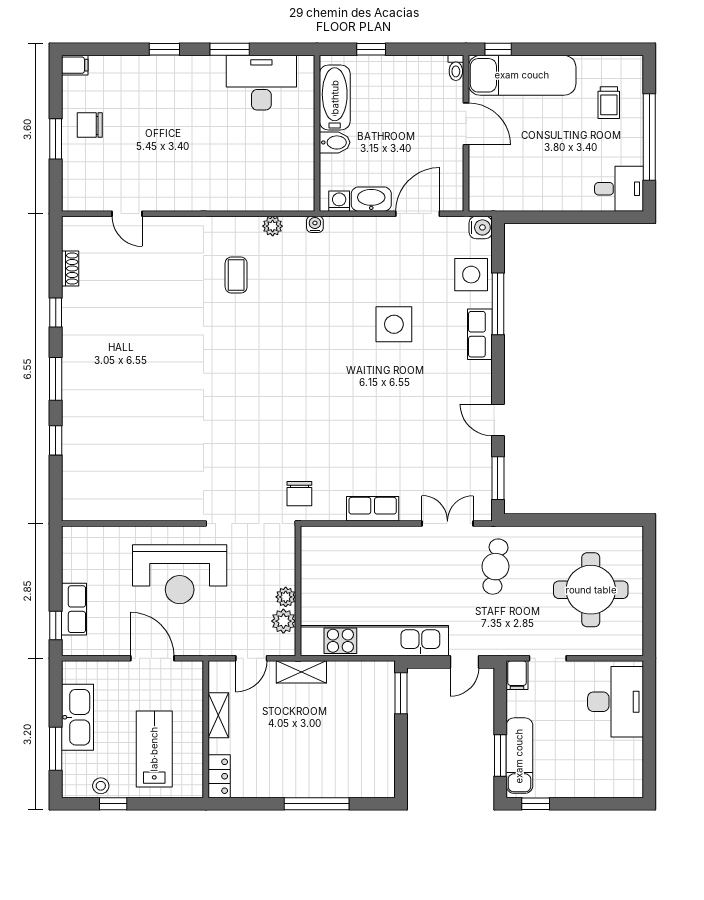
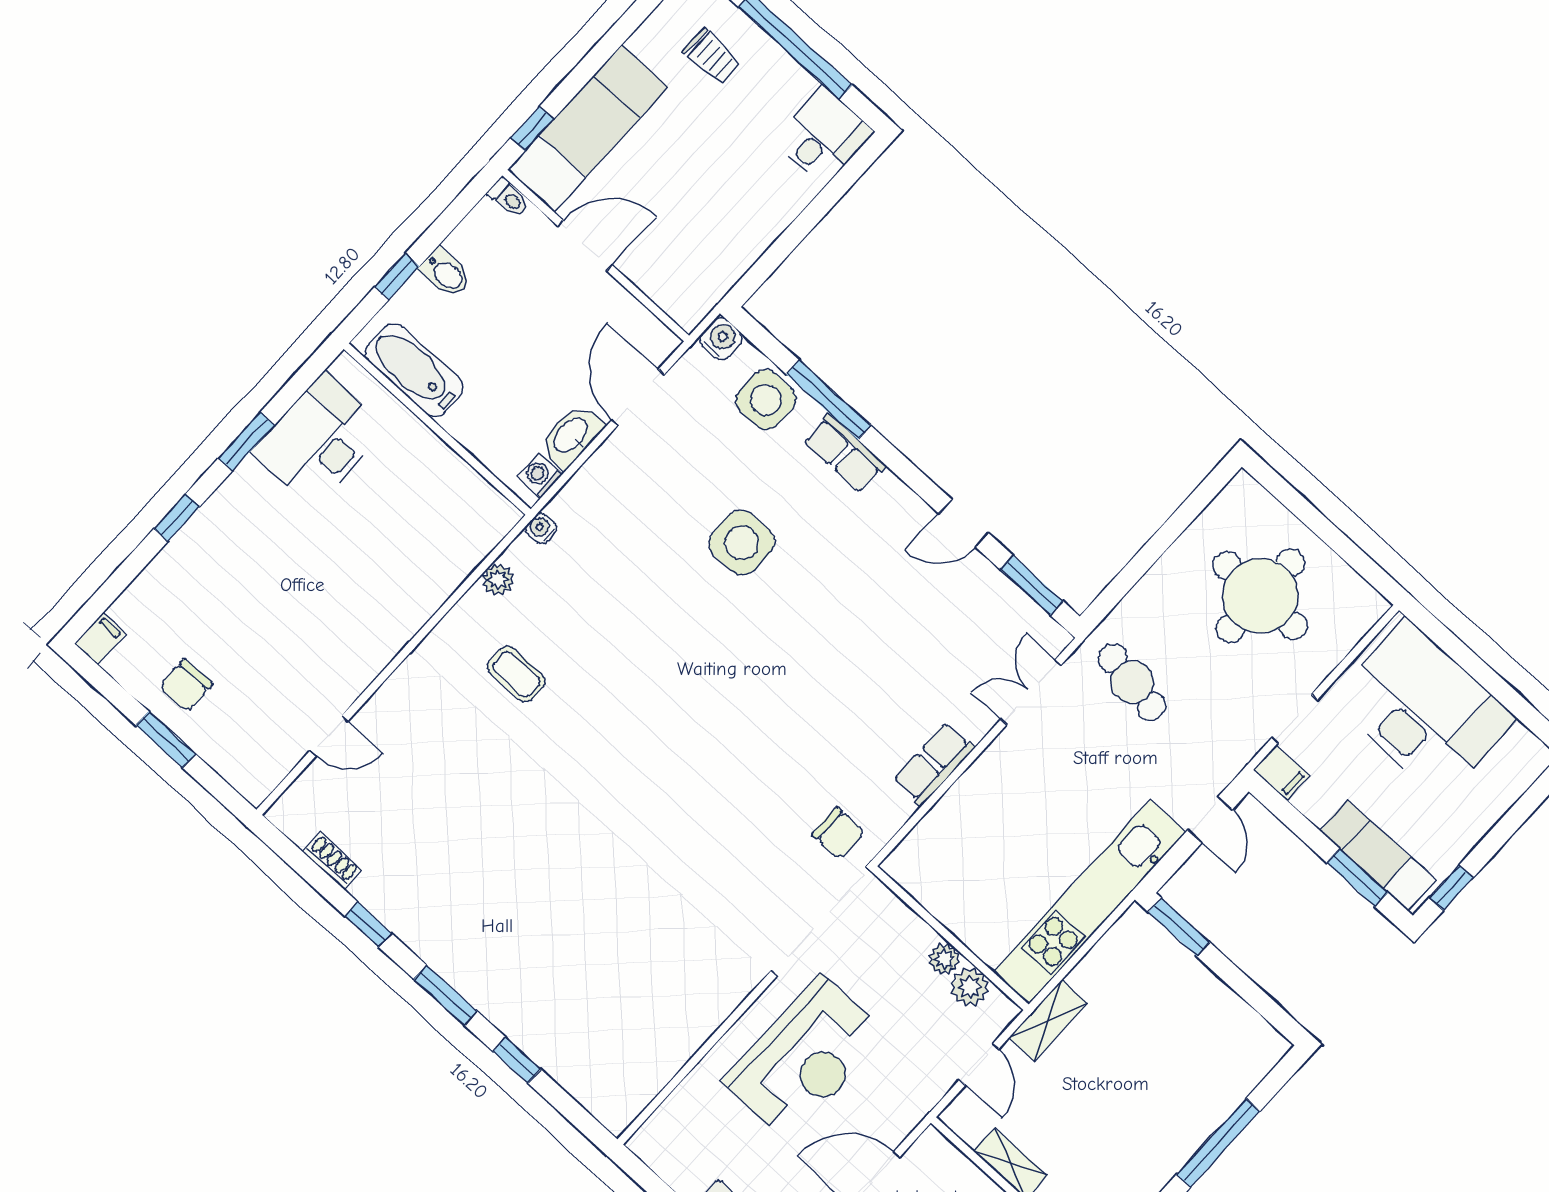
bidet: (335, 142) -> (445, 273), moved, turned 90
desk: (616, 702) -> (1423, 709), width x1.36, depth x1.30

